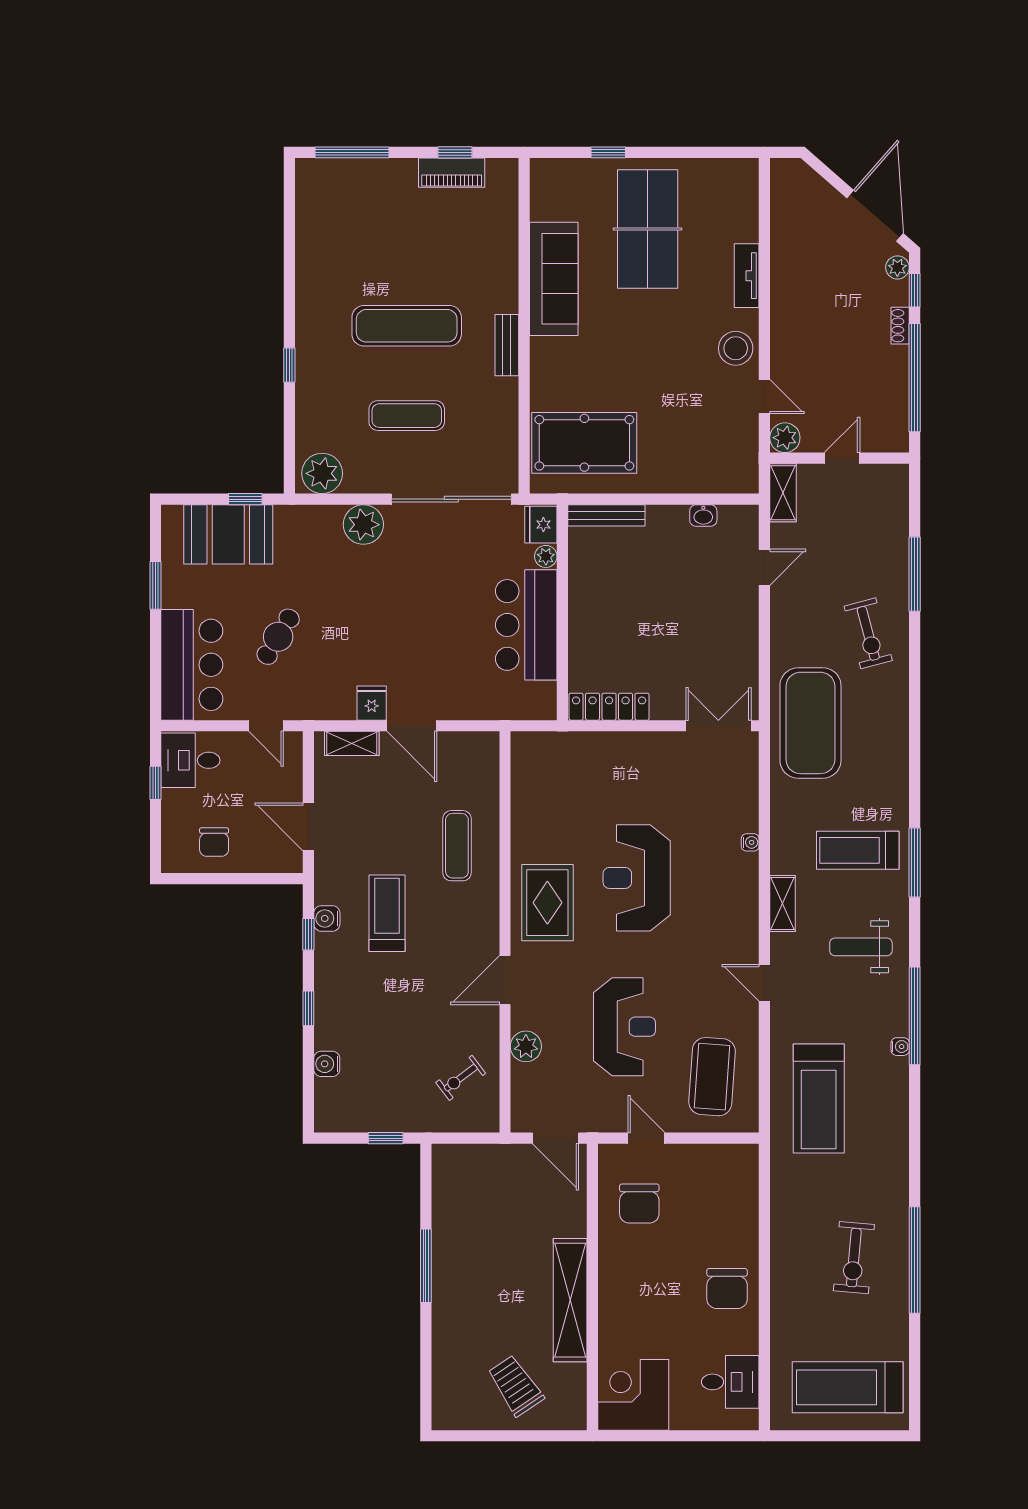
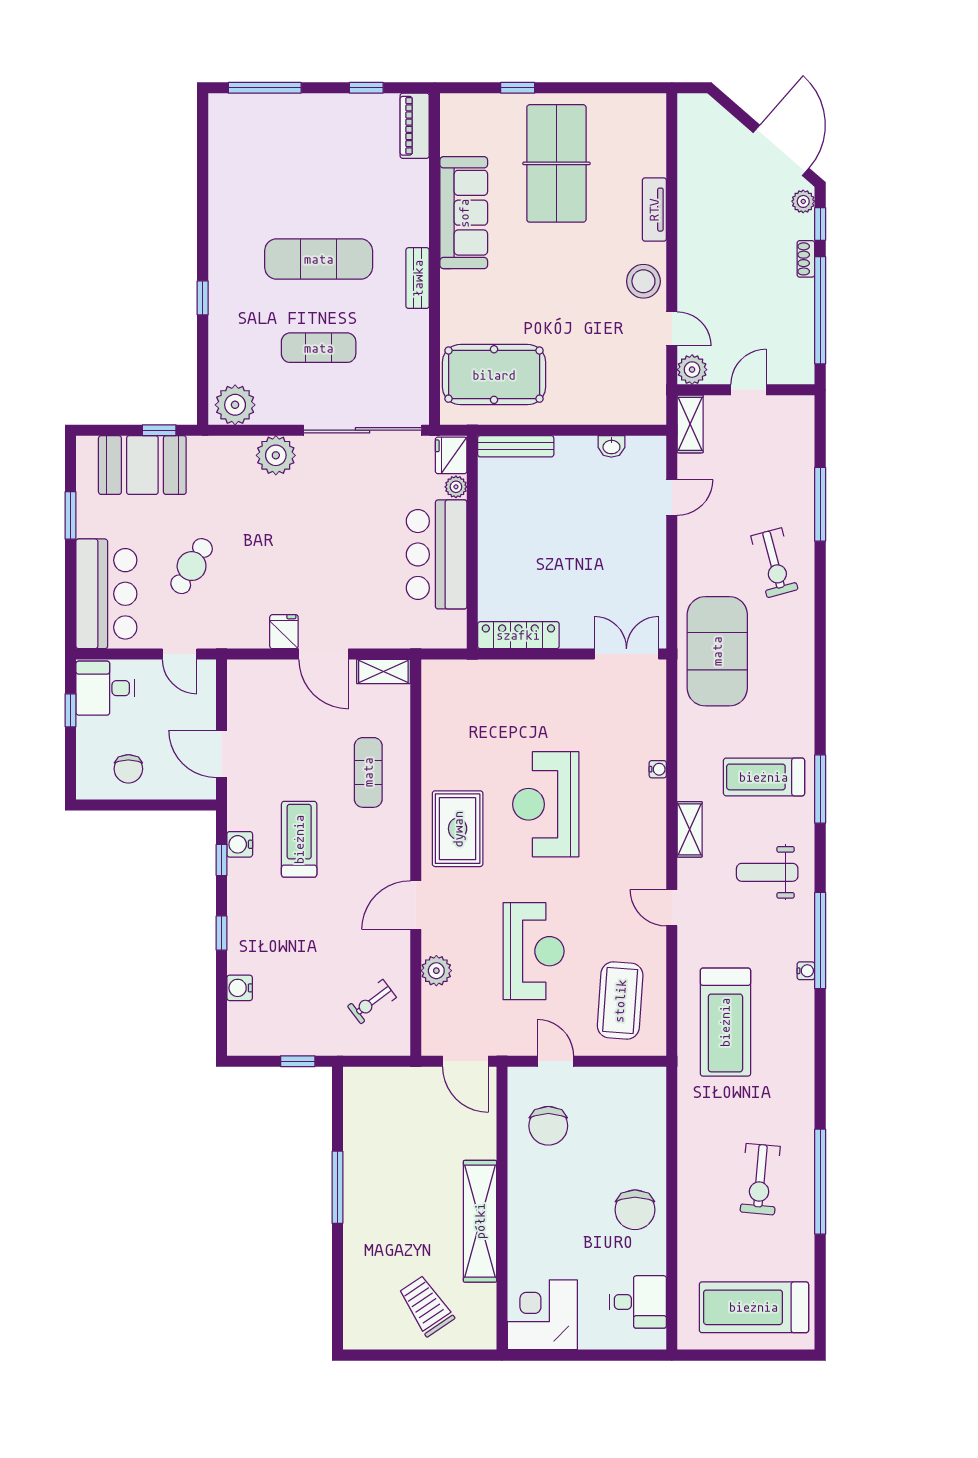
piano: (452, 173) -> (415, 126), moved, turned 90
shelving: (352, 743) -> (383, 672), moved

